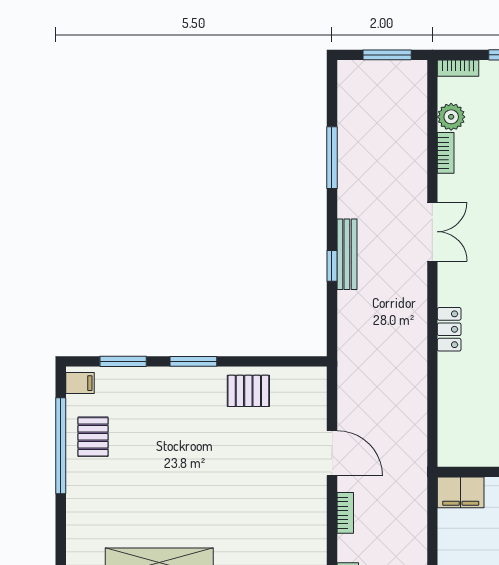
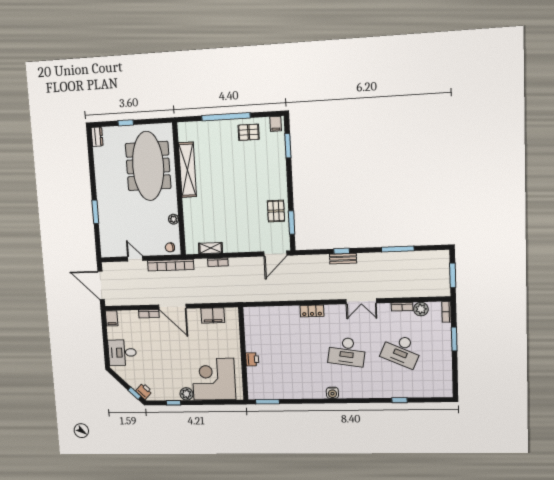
bench: (347, 254) -> (343, 259), width x0.73
window: (193, 361) -> (292, 223), moved
window: (61, 446) -> (226, 117), moved
door: (332, 453) -> (275, 254), moved
filing cabinet: (461, 492) -> (213, 315), moved, turned -90
shelving: (316, 526) -> (211, 248), added

